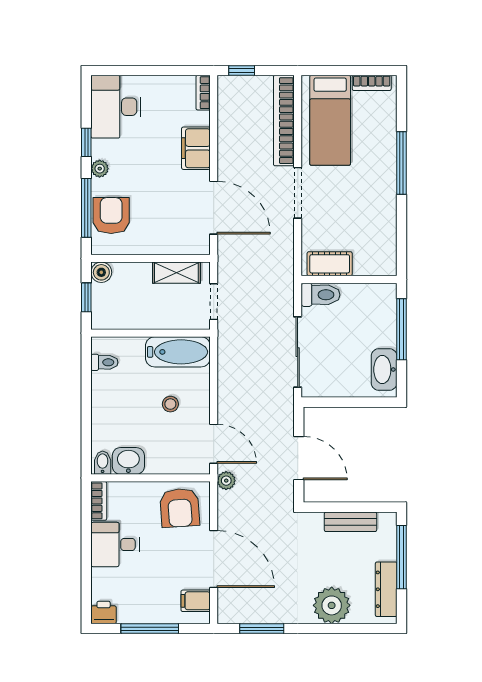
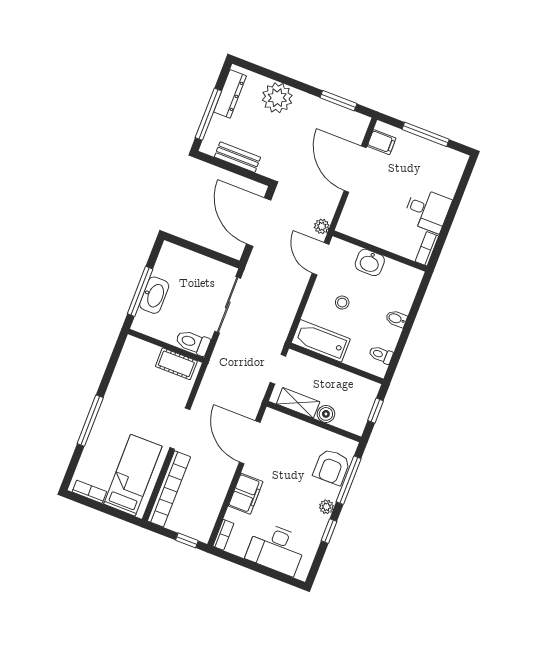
desk: (116, 107) -> (276, 549), moved, turned 90
boiler: (101, 272) -> (326, 414), moved
washbasin: (384, 369) -> (154, 295), moved
door: (299, 458) -> (259, 222), width x1.36
washbasin: (128, 461) -> (370, 262), moved
bidet: (103, 463) -> (396, 319), moved, turned 90
armchair: (180, 508) -> (366, 219), removed
printer: (104, 613) -> (457, 161), removed

